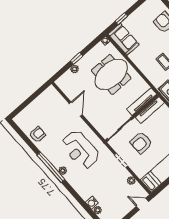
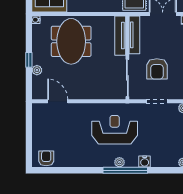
door: (76, 109) -> (58, 101), moved
armchair: (37, 135) -> (46, 158), moved
reception desk: (80, 150) -> (115, 130), turned 180
window: (51, 167) -> (125, 170), moved
water cooler: (92, 203) -> (145, 162), moved

